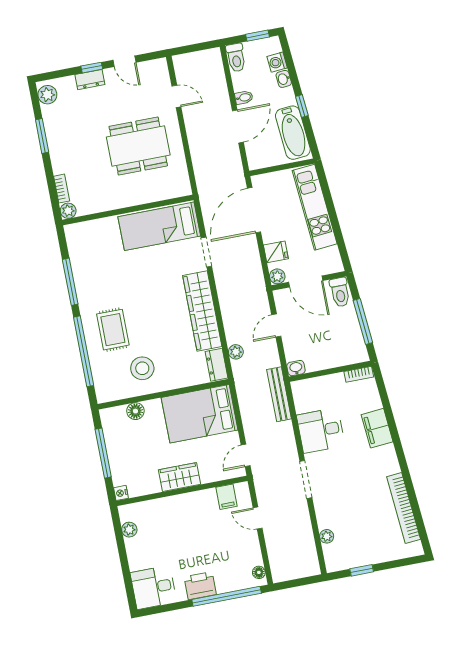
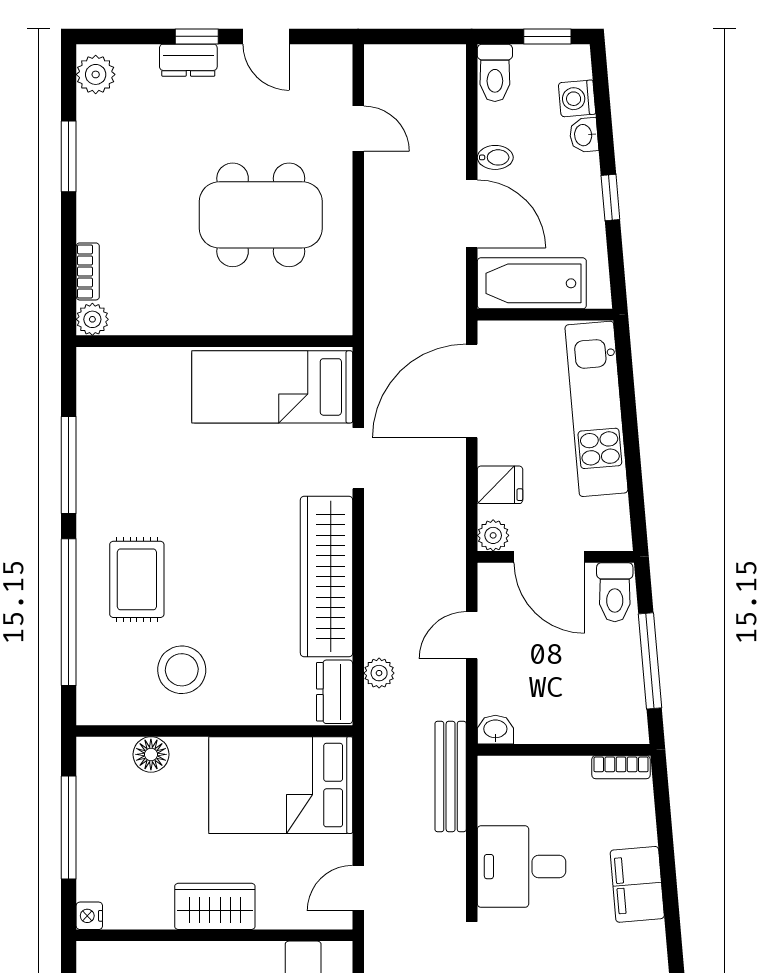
door: (238, 126) -> (472, 214), hinge flipped
bathtub: (293, 133) -> (532, 283), moved, turned 95

